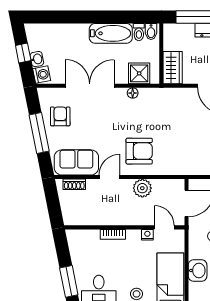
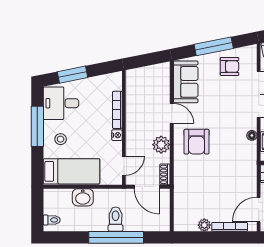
shoe rack: (74, 184) -> (165, 174), moved
bookcase: (113, 234) -> (117, 110), width x1.56
nightstand: (147, 235) -> (117, 135), moved

